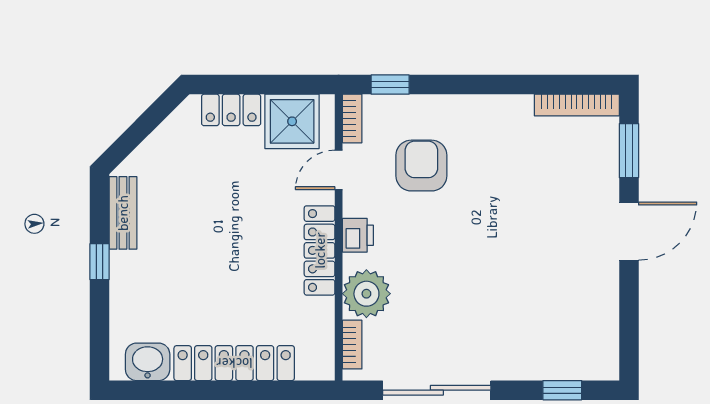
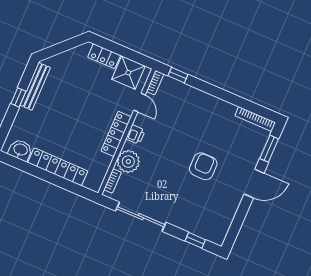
armchair: (421, 166) -> (203, 166), moved
door: (339, 170) -> (140, 102), swing flipped
bench: (123, 213) -> (35, 86), width x1.36

